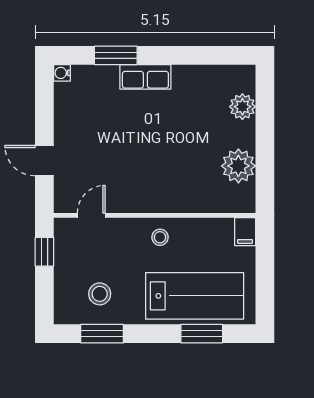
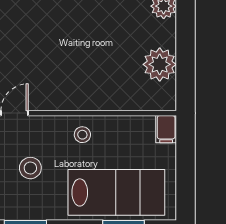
stool: (100, 294) -> (30, 168), moved

